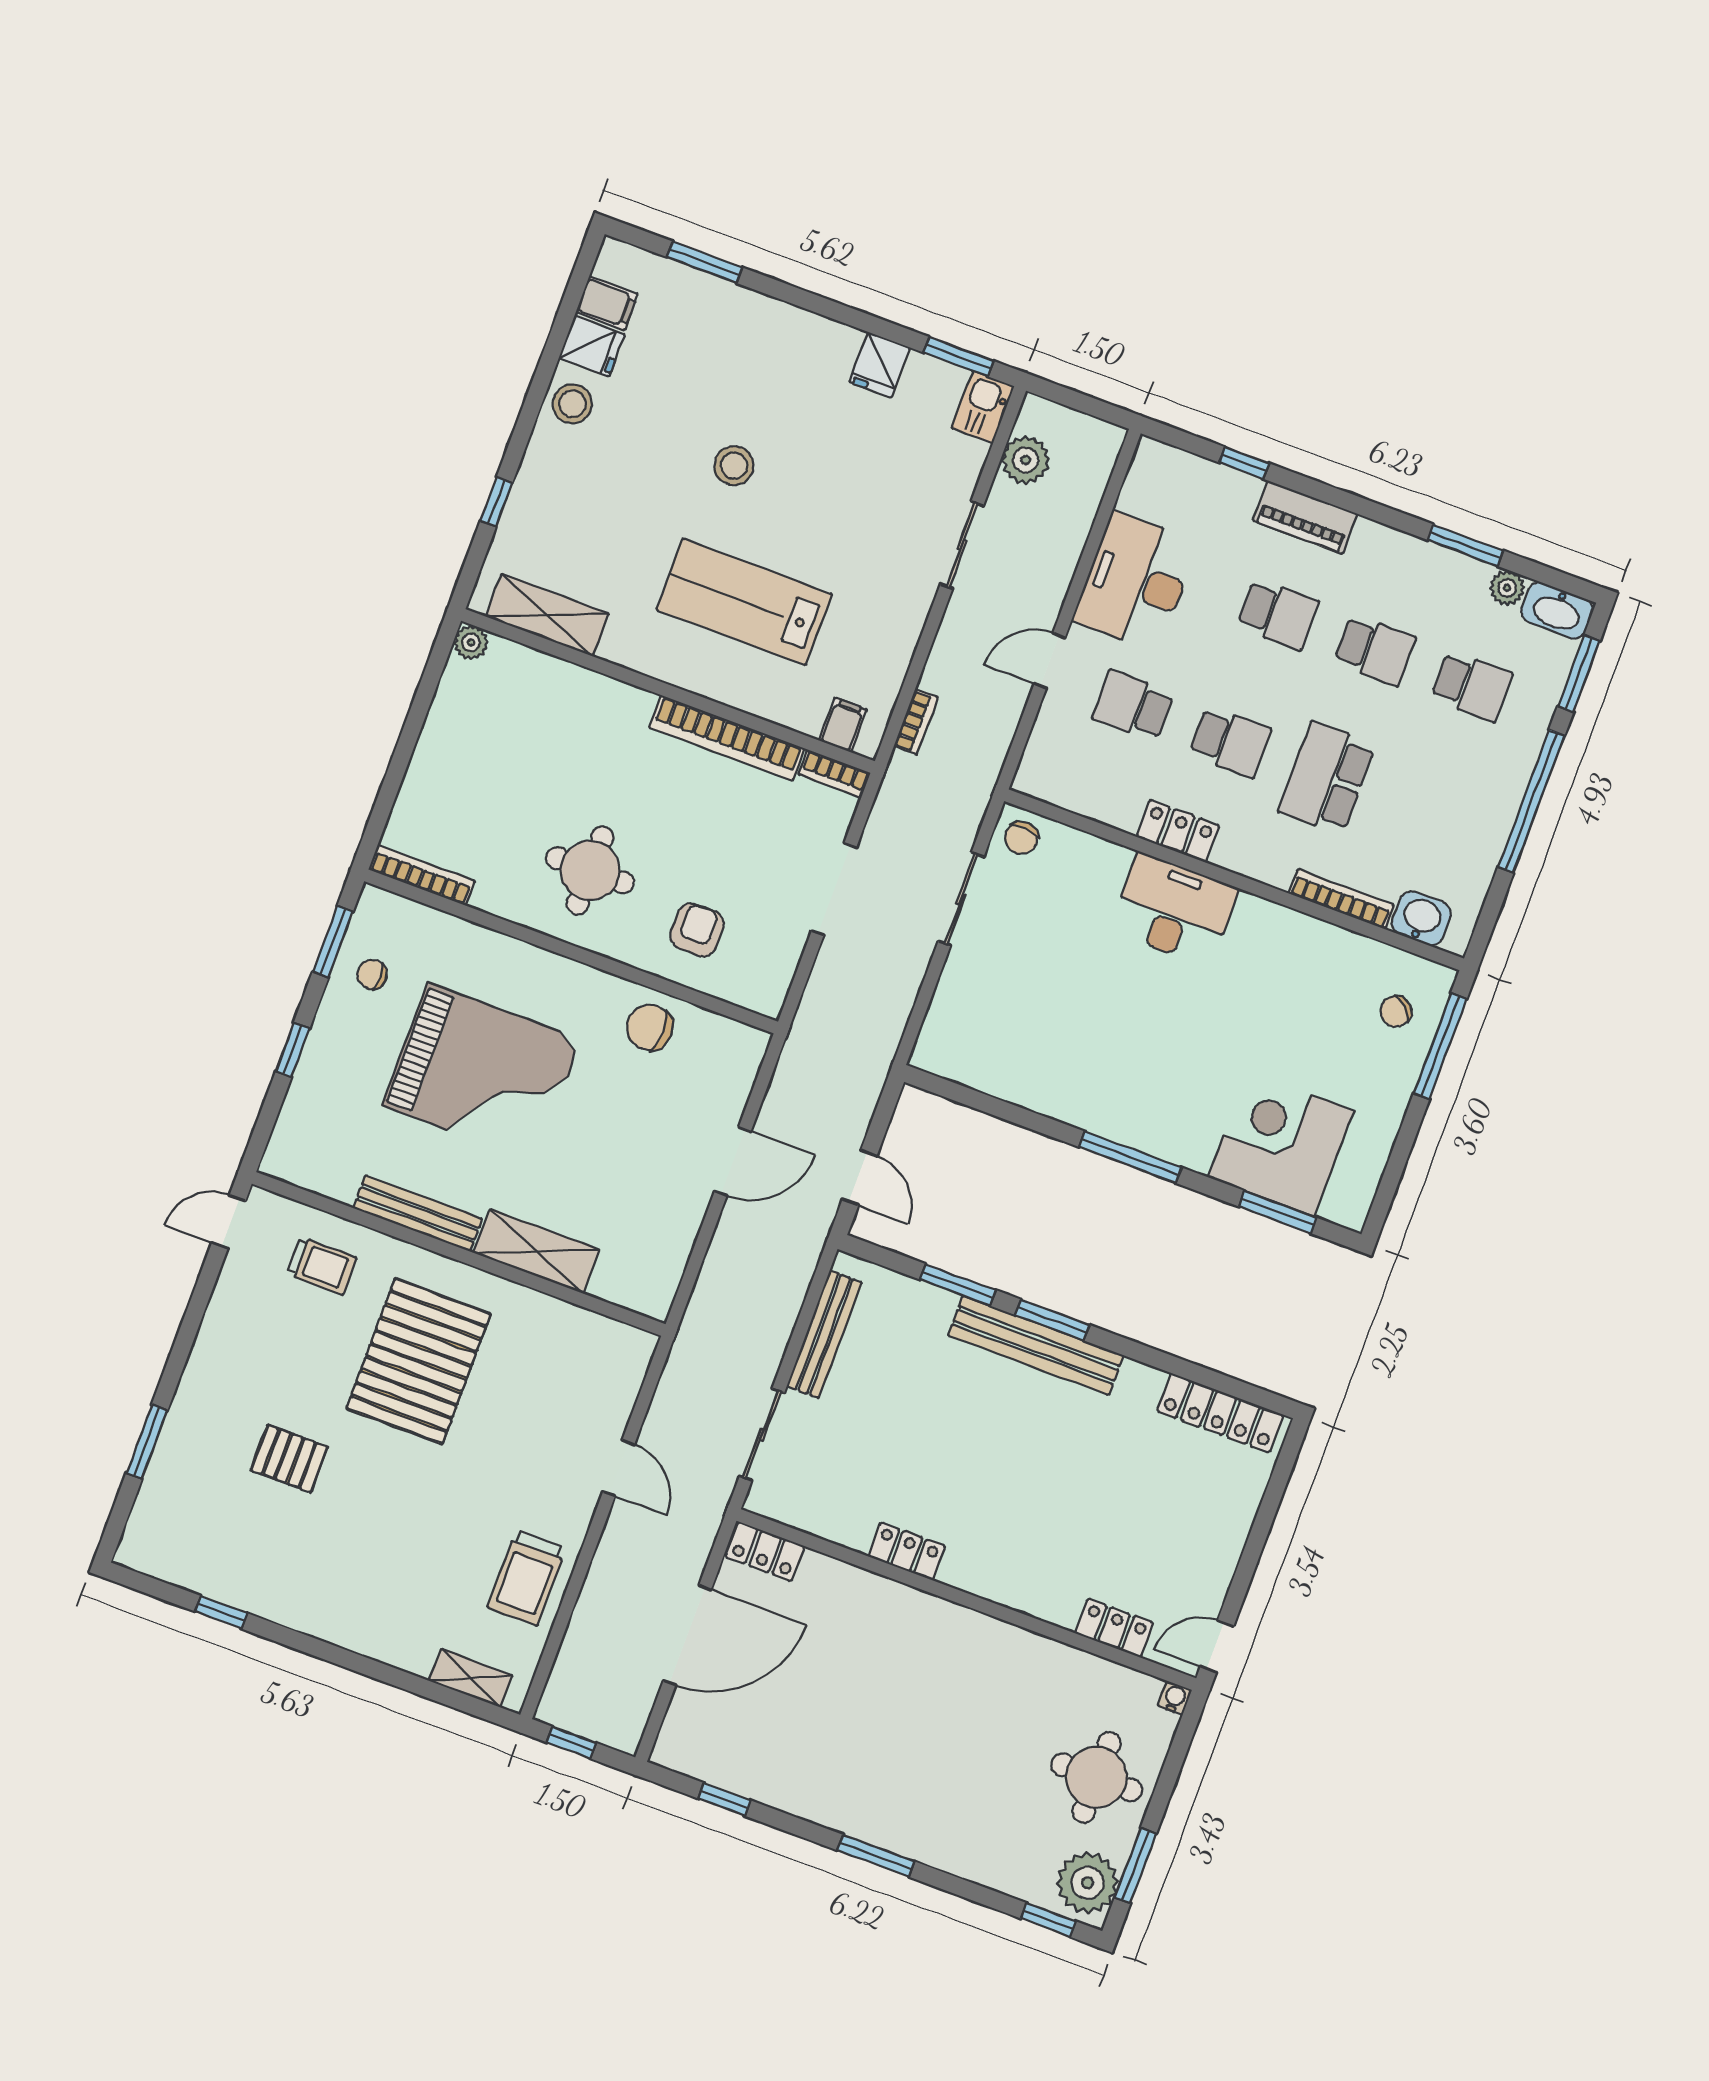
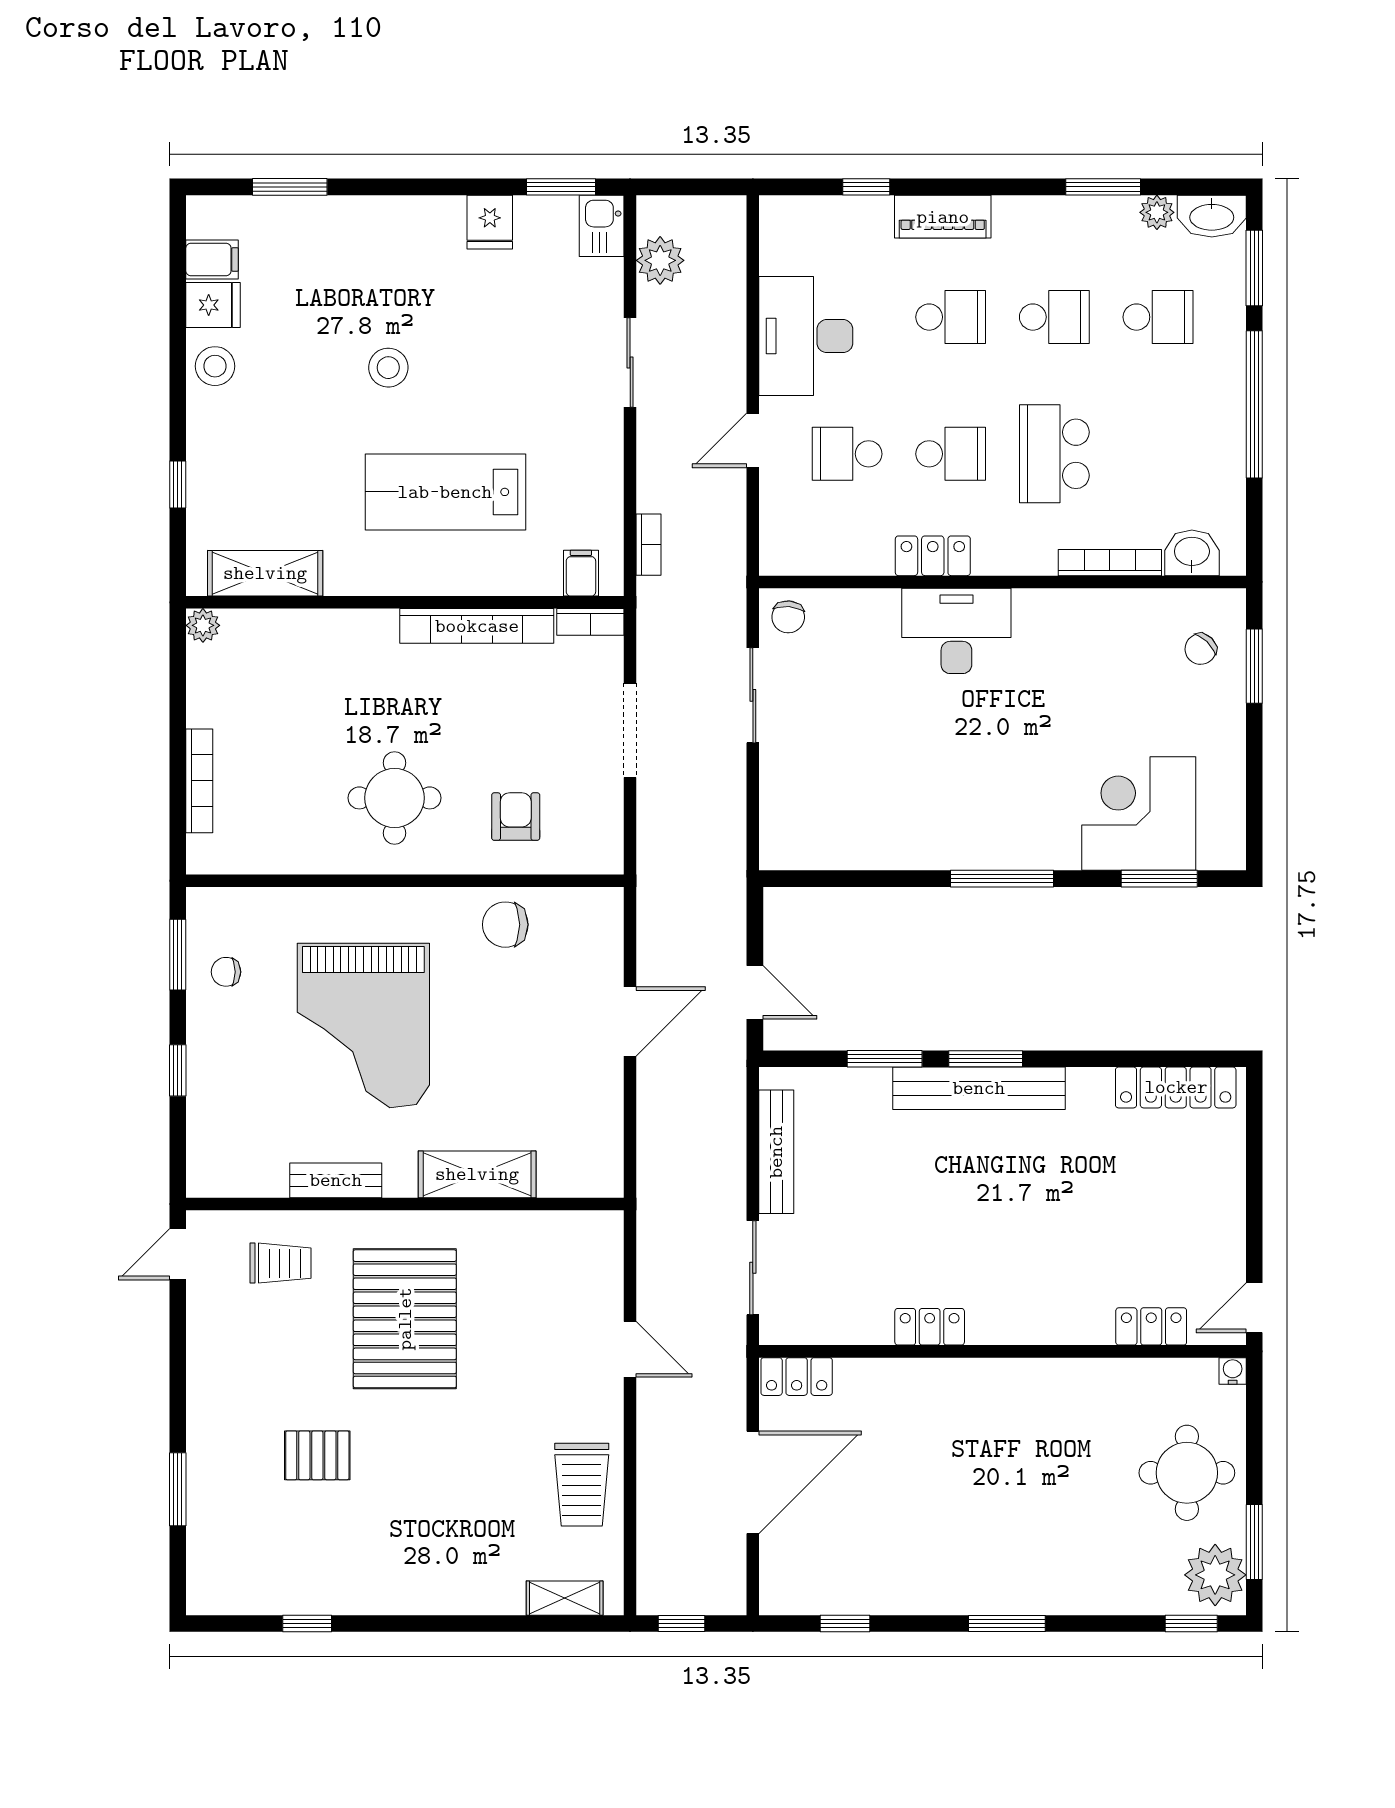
bookcase: (422, 875) -> (199, 781), moved, turned 90
window: (1440, 1046) -> (1254, 666), width x0.69
grand piano: (482, 1072) -> (363, 1025), turned 90
bench: (418, 1213) -> (336, 1180), width x0.73

